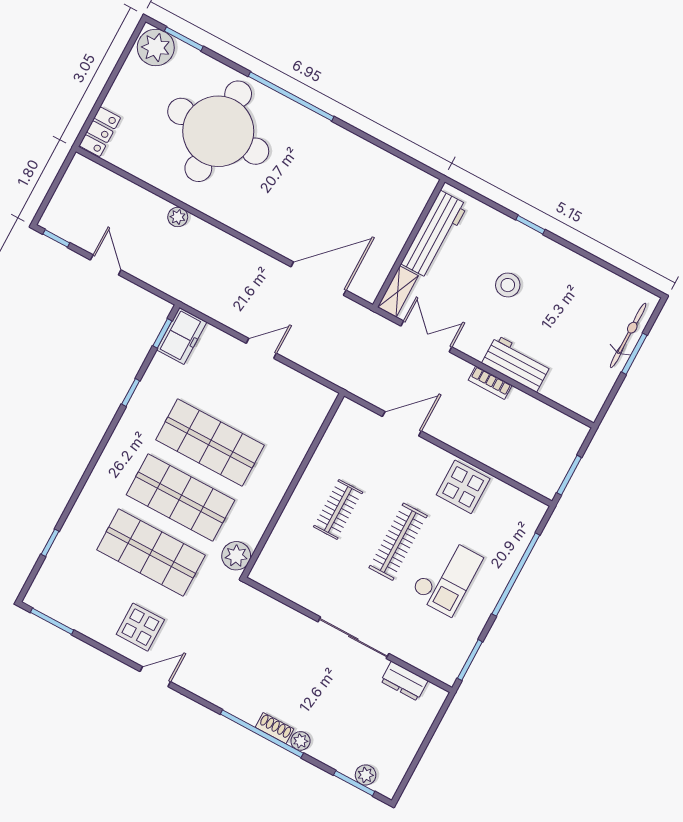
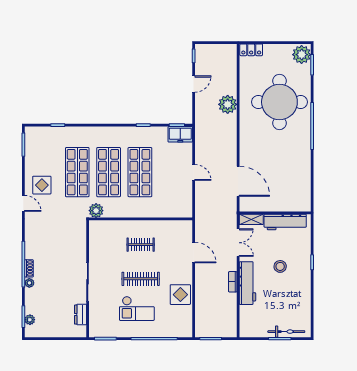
plant: (178, 217) -> (228, 104), width x1.88, depth x1.88
workbench: (517, 364) -> (247, 283), width x1.38

